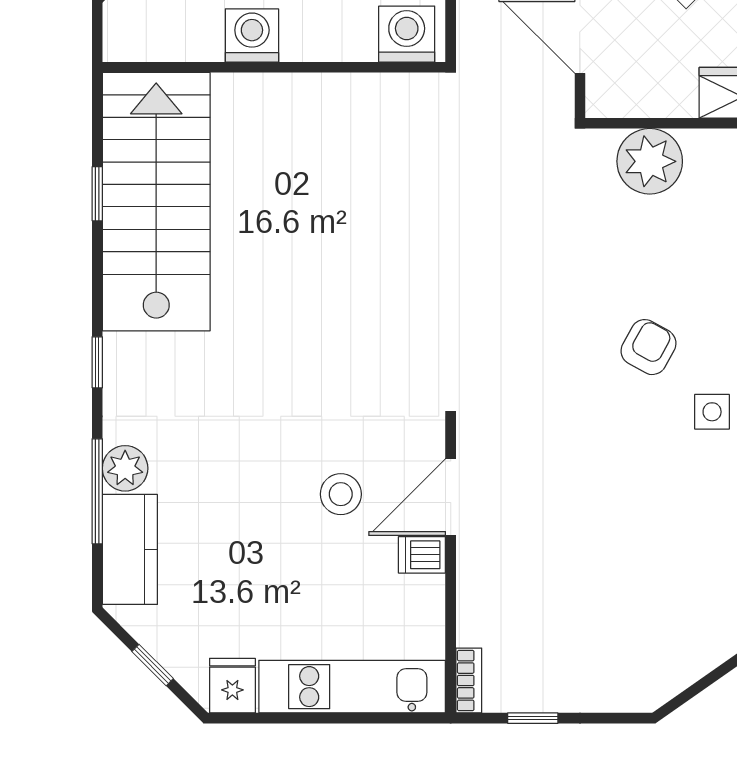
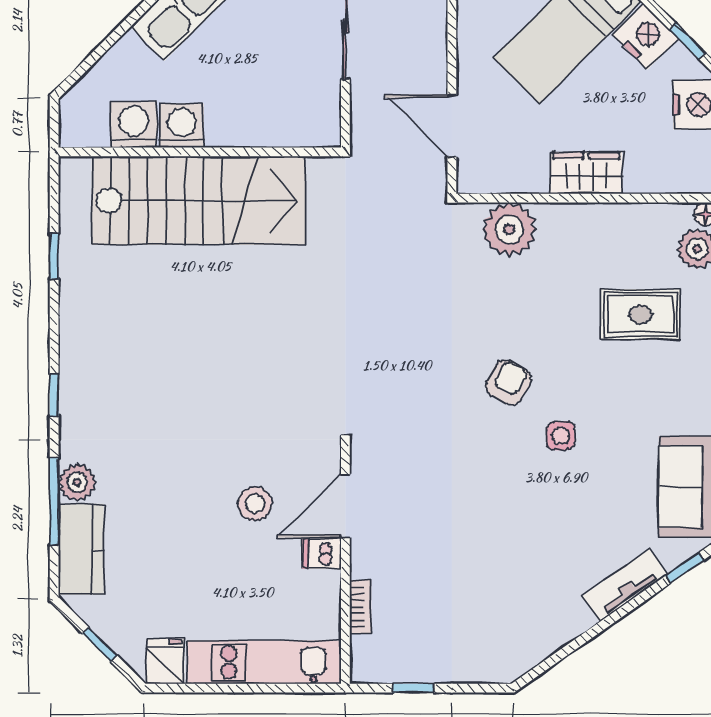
washing machine: (407, 34) -> (134, 125), moved
stairs: (156, 202) -> (198, 201), moved, turned 90
bookcase: (469, 680) -> (360, 607), moved

